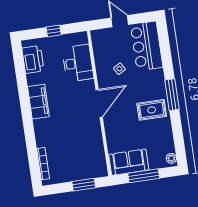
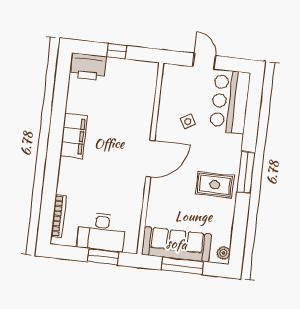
printer: (33, 59) -> (88, 67), moved, turned 90
desk: (78, 63) -> (101, 232), moved, turned 90
sofa: (129, 162) -> (177, 244), width x1.36

